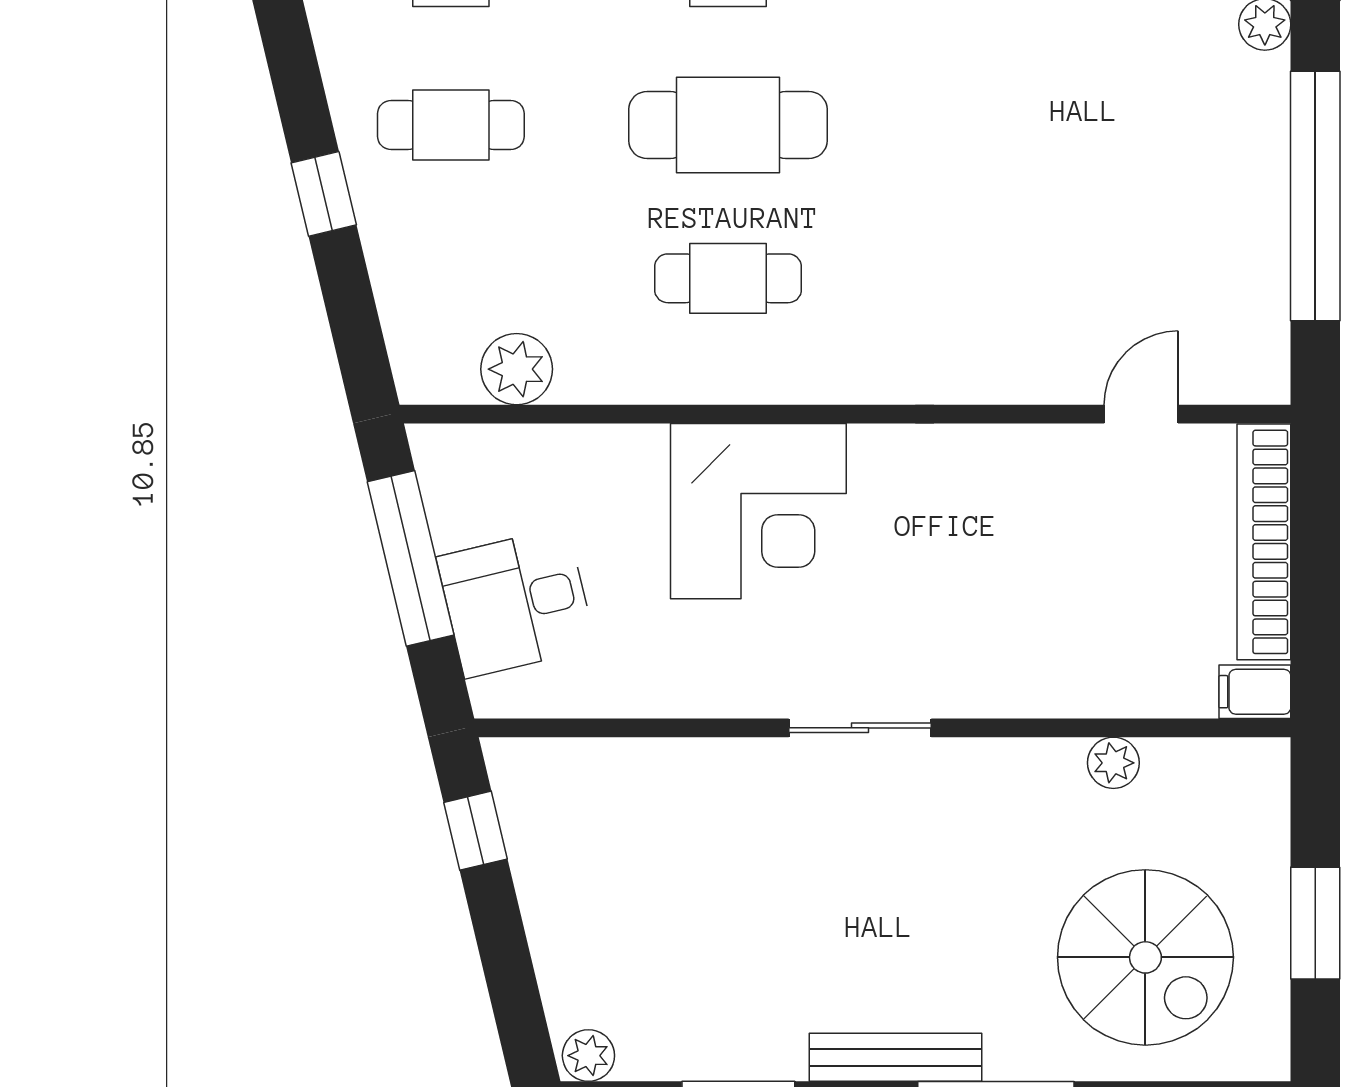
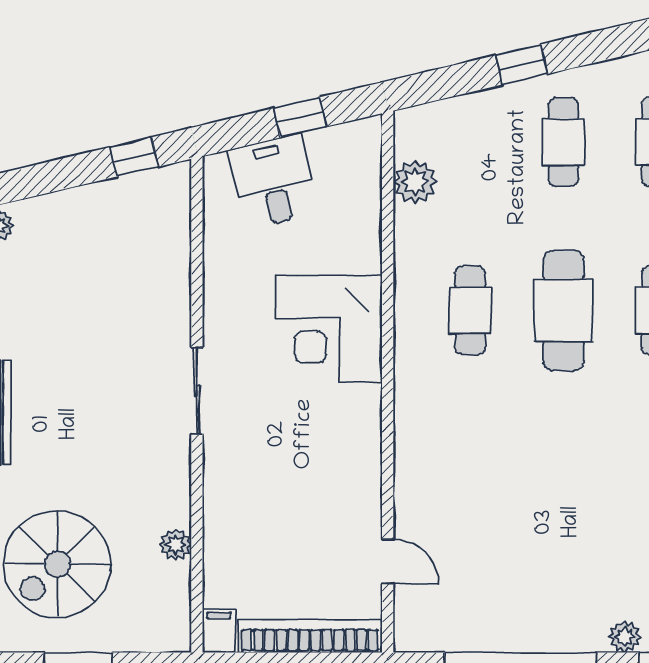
window: (411, 558) -> (300, 117), width x0.46

